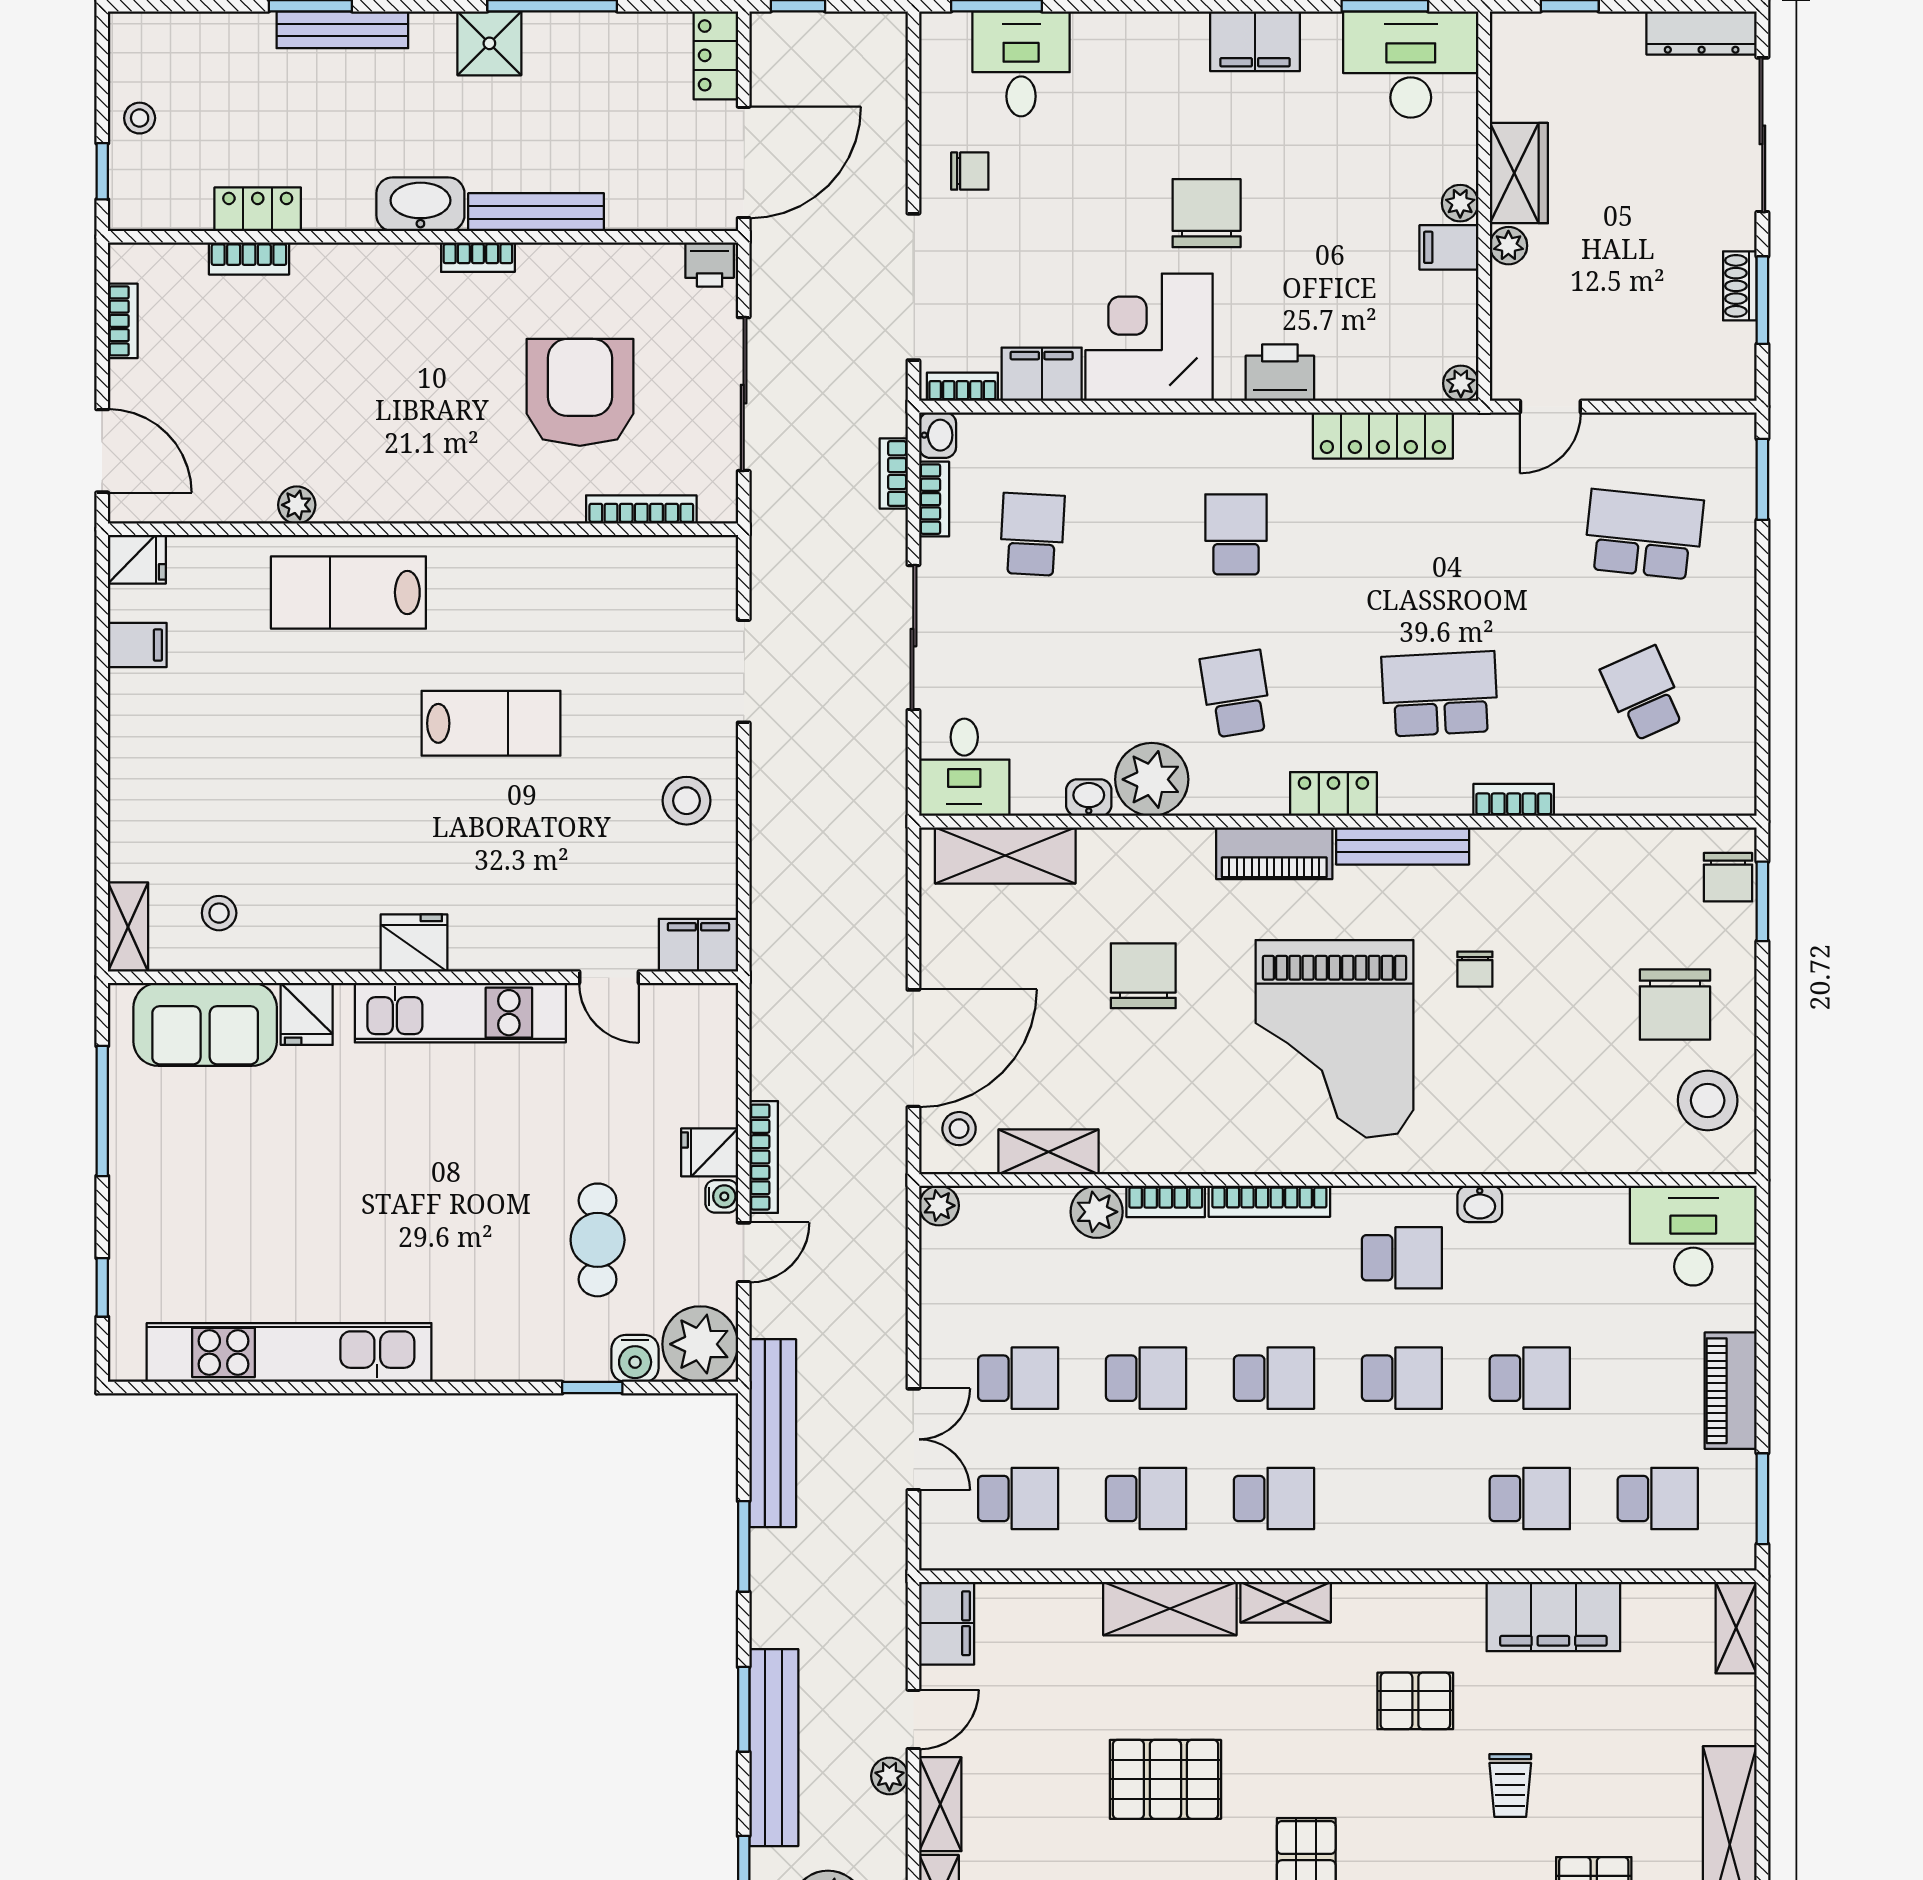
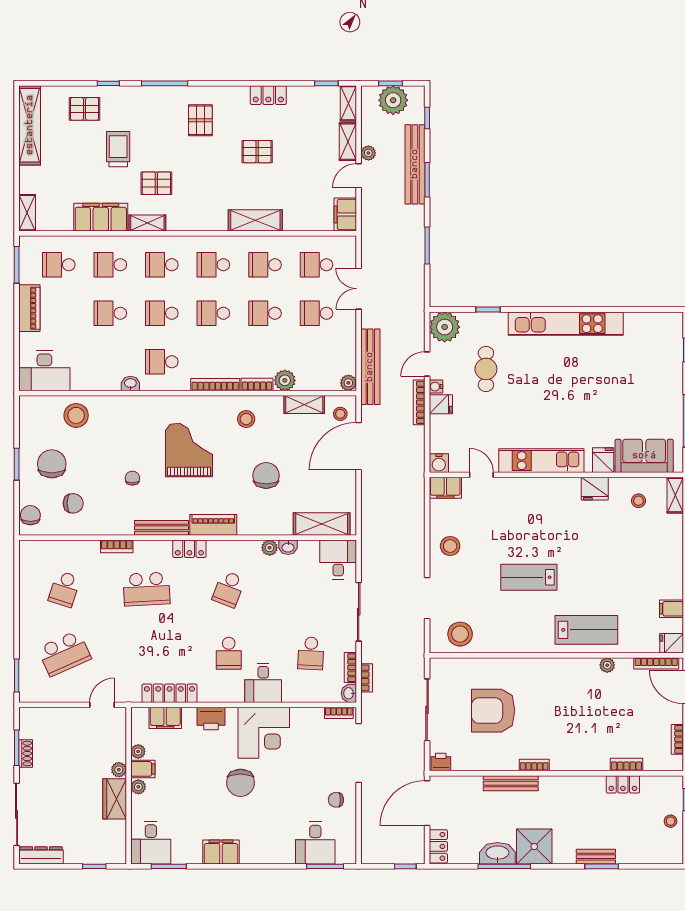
bench: (342, 30) -> (596, 857), width x0.73
shower: (489, 43) -> (534, 847), width x1.36, depth x1.36
desk: (1411, 65) -> (151, 843), width x0.73
washbasin: (420, 204) -> (497, 853), moved, turned 180
filing cabinet: (1042, 374) -> (165, 718), moved
plant: (1461, 383) -> (138, 751), moved
armchair: (580, 392) -> (493, 711), turned 90
desk: (1150, 461) -> (263, 683), added
bookcase: (641, 509) -> (656, 663), moved
school desk: (1644, 534) -> (64, 653), turned -30
stool: (662, 582) -> (460, 634), added
school desk: (1236, 694) -> (229, 589), turned 30
school desk: (1644, 694) -> (64, 589), turned 42
plant: (1152, 779) -> (270, 548), width x0.53, depth x0.53
window: (1762, 901) -> (17, 464), moved
chair: (1622, 906) -> (73, 503), added
fridge: (414, 943) -> (595, 489), moved
chair: (1143, 976) -> (266, 475), turned 180
grand piano: (1335, 1039) -> (189, 450), width x0.73, depth x0.68
stool: (1708, 1100) -> (76, 415), moved
stool: (1193, 1116) -> (246, 419), added
kitchen unit: (289, 1353) -> (566, 324), moved
water cooler: (635, 1358) -> (439, 463), moved, turned 180
bench: (773, 1433) -> (370, 367), moved
school desk: (1402, 1498) -> (162, 265), added
shelving: (1286, 1602) -> (147, 223), moved
pallet: (1165, 1779) -> (257, 152), width x0.67, depth x0.71
trolley: (1510, 1786) -> (118, 149), width x1.36, depth x1.39

